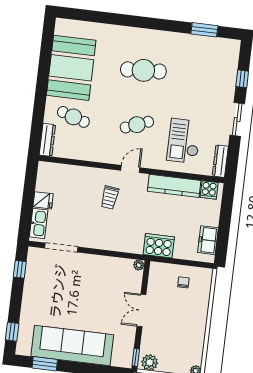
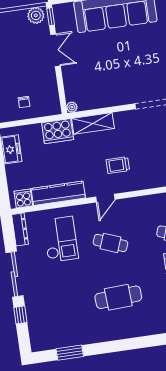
sliding door: (237, 119) -> (14, 274), width x1.37
cafe table: (137, 125) -> (110, 243), turned 42
trolley: (110, 197) -> (118, 165), turned -97
shelving: (123, 244) -> (93, 123), added
double door: (141, 310) -> (55, 50), moved

